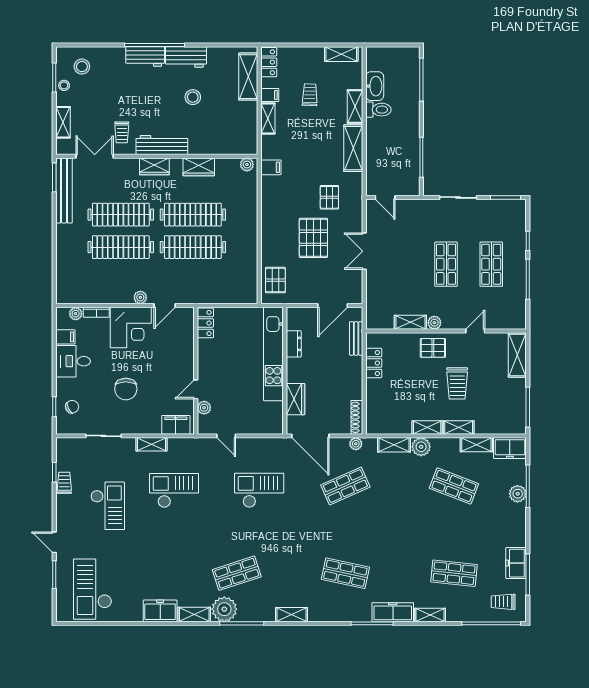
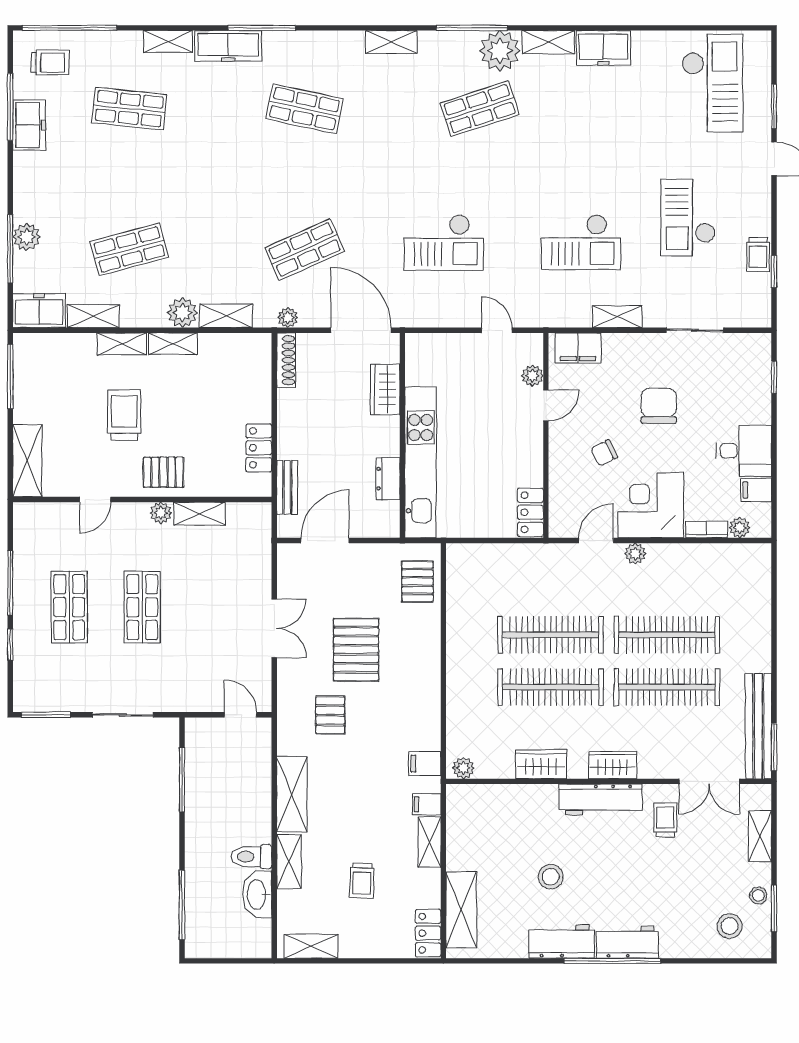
filing cabinet: (270, 95) -> (426, 804), moved
chair: (72, 407) -> (604, 453), moved
shop shelf: (454, 486) -> (129, 249), turned -36

